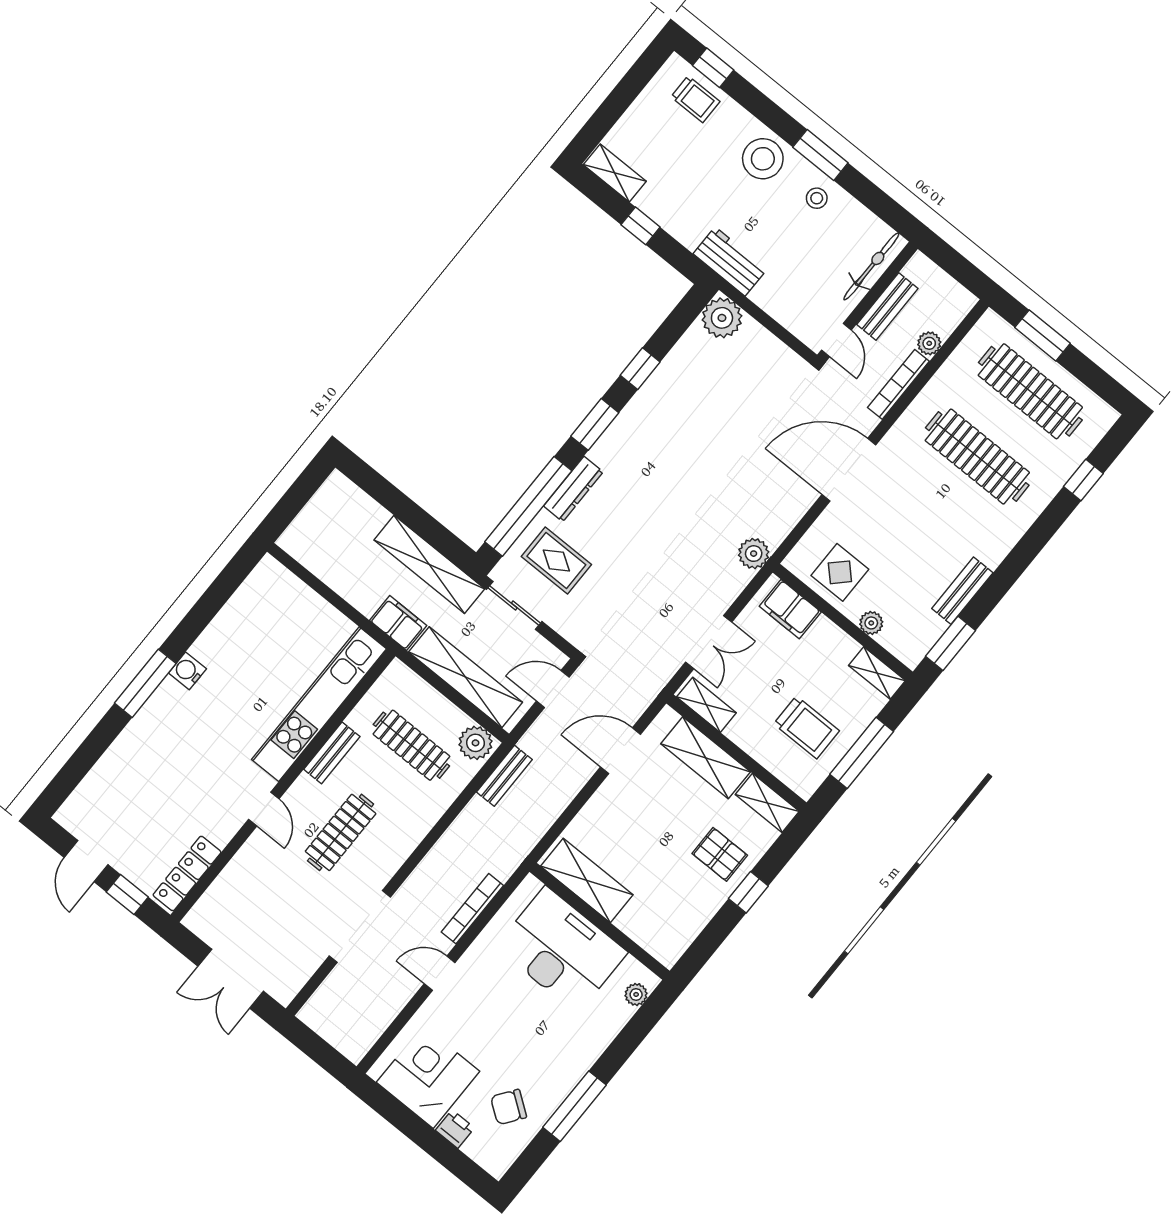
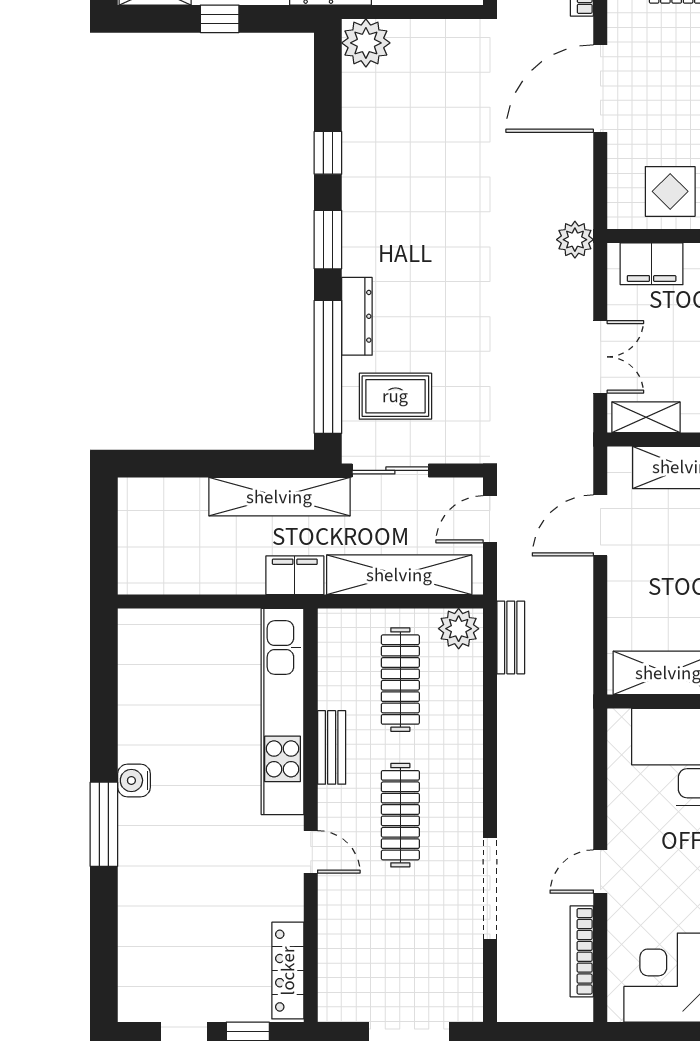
clothes rail: (411, 745) -> (400, 680), turned 90
bookcase: (472, 909) -> (582, 951), moved

